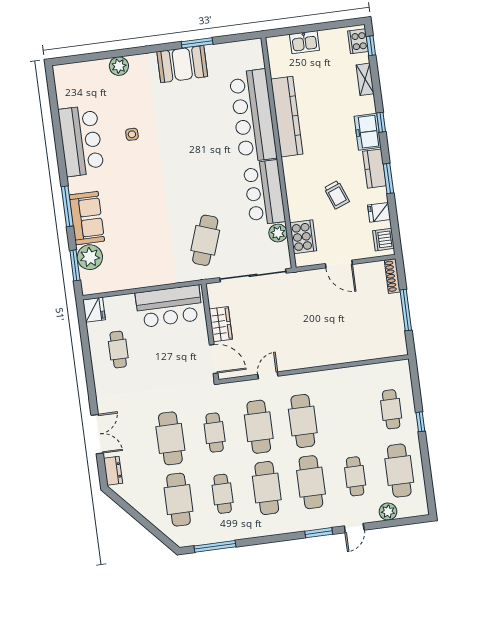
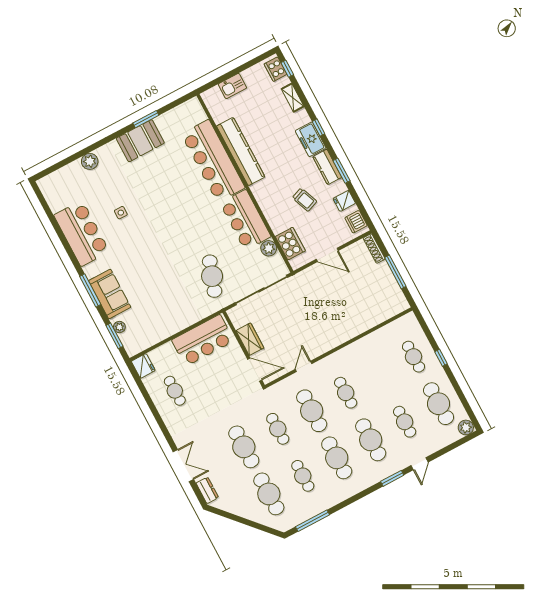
plant: (90, 257) -> (119, 327), width x0.53, depth x0.53
cafe table: (303, 421) -> (346, 393), width x0.73, depth x0.74
plant: (388, 512) -> (466, 427), moved

